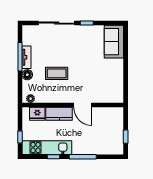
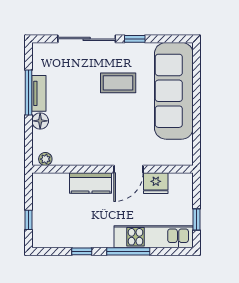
sofa: (114, 42) -> (174, 91), width x1.85, depth x1.27
coffee table: (57, 73) -> (118, 83), moved
door: (83, 105) -> (128, 169), hinge flipped
fridge: (37, 114) -> (156, 183), moved
kitchen unit: (47, 148) -> (154, 237), moved

